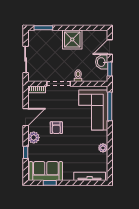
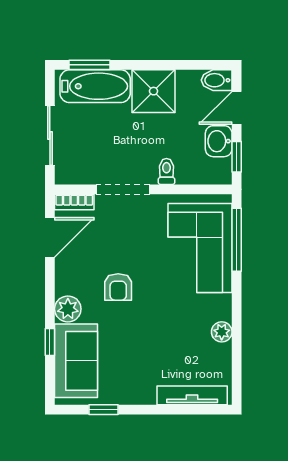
bidet: (101, 35) -> (217, 80), added
bathtub: (46, 37) -> (95, 86), added
door: (26, 117) -> (50, 237), moved
sofa: (46, 171) -> (76, 361), moved, turned 90

